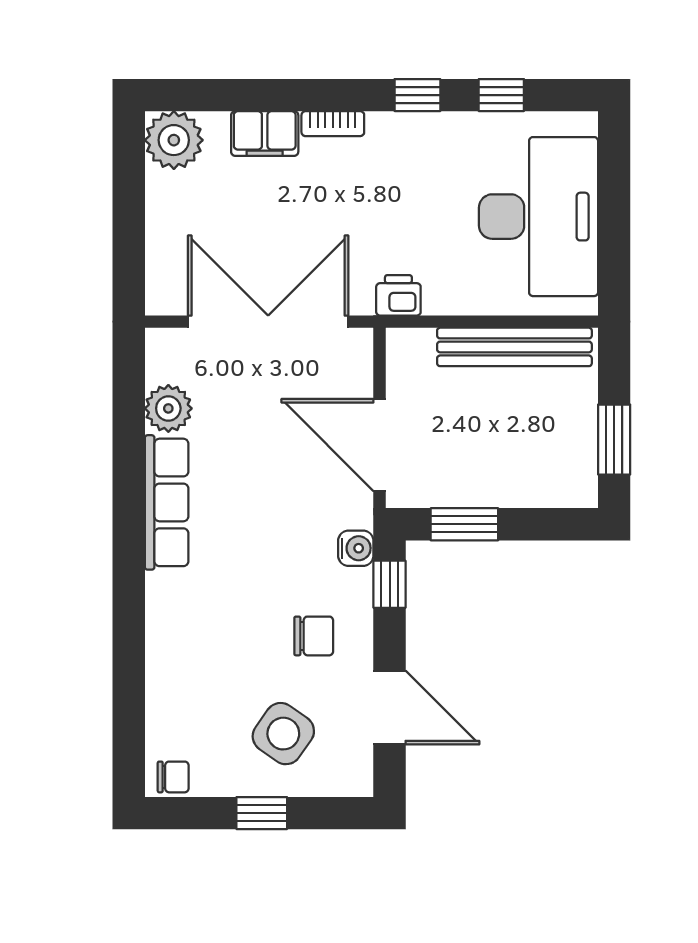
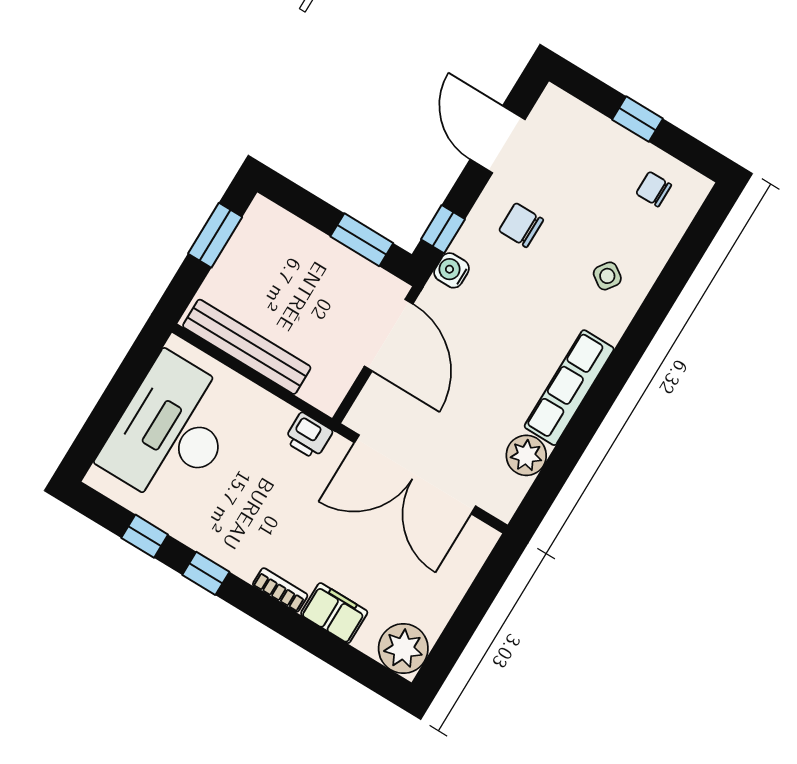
side table: (283, 734) -> (607, 276), moved, width x0.54, depth x0.54
chair: (173, 777) -> (654, 189), moved

